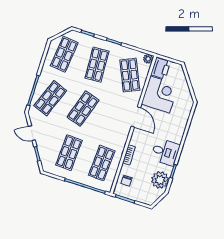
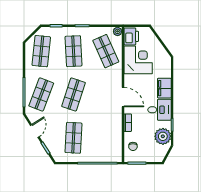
door: (136, 117) -> (123, 97), moved
filing cabinet: (177, 132) -> (164, 88), added
door: (32, 133) -> (35, 131), swing flipped
shop shelf: (102, 163) -> (106, 138), removed

